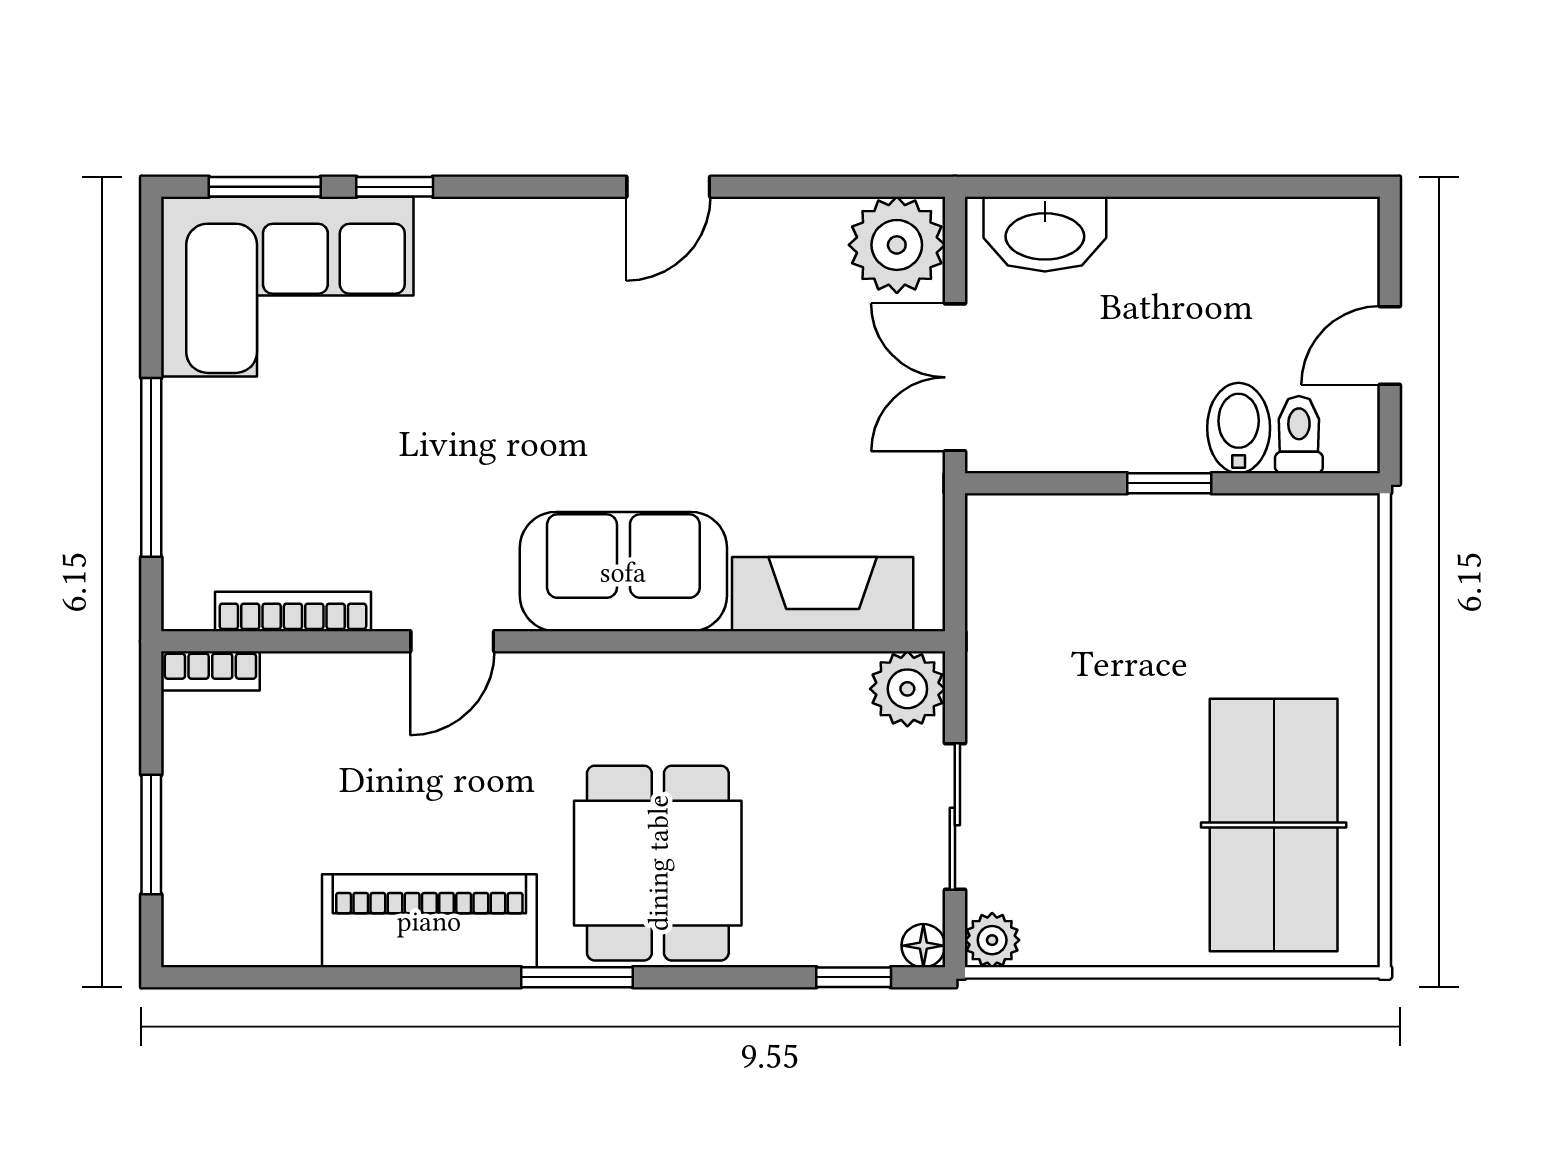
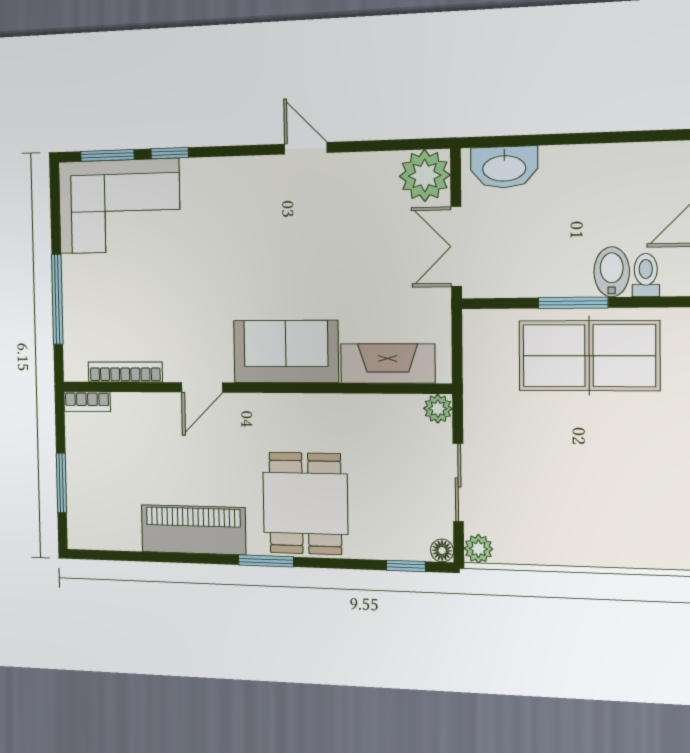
door: (668, 187) -> (306, 148), swing flipped
window: (1169, 483) -> (573, 303), width x1.50
plant: (907, 689) -> (438, 409), width x0.73, depth x0.73
table tennis table: (1274, 825) -> (589, 356), moved, turned 90

